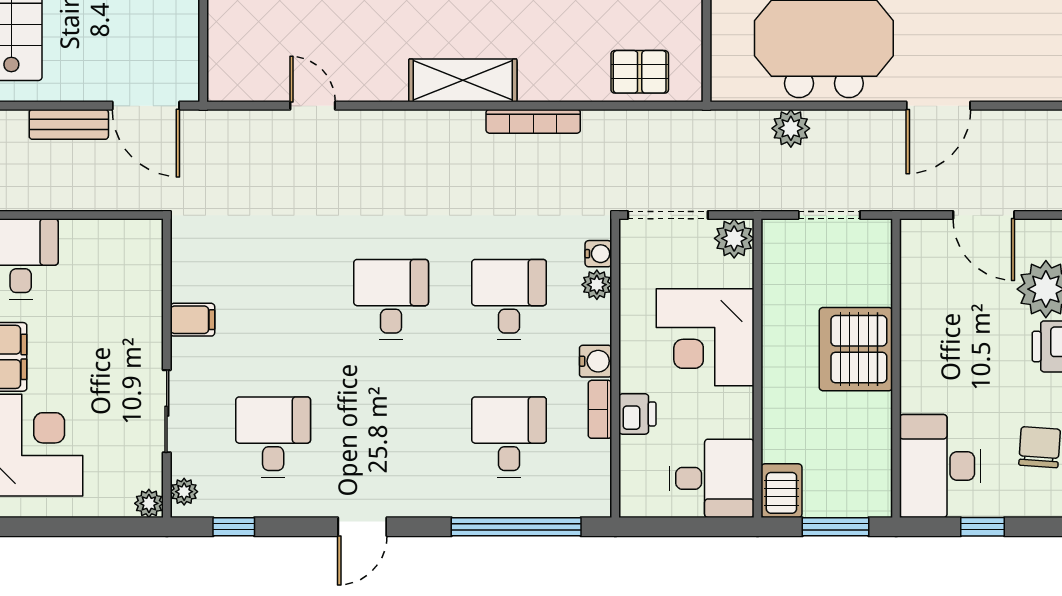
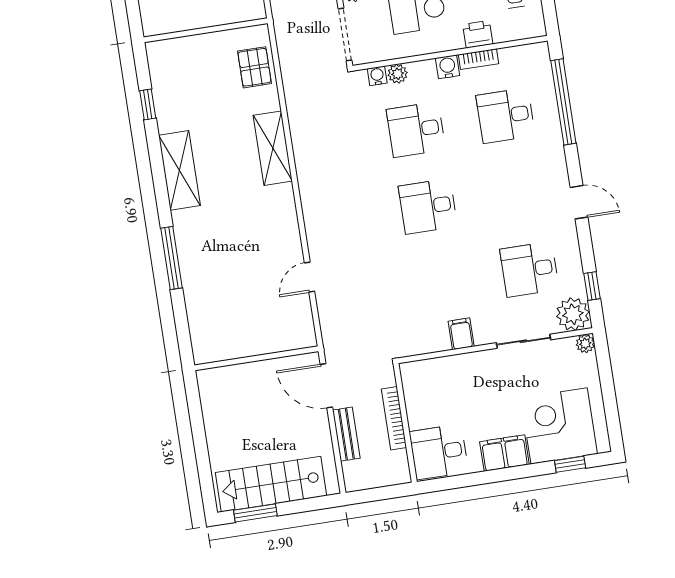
shelving: (463, 80) -> (273, 148), moved
door: (146, 106) -> (326, 386), swing flipped
bookcase: (533, 121) -> (394, 418), moved, turned 180
plant: (184, 492) -> (573, 314), width x1.87, depth x1.87

